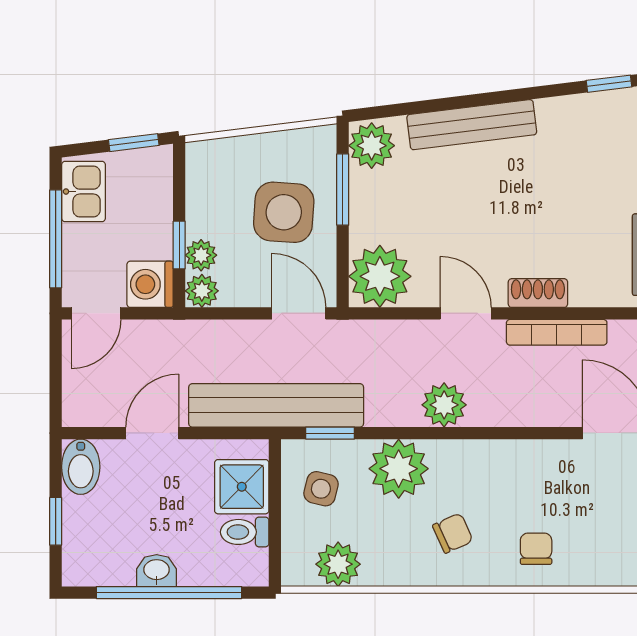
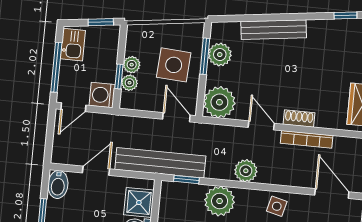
plant: (372, 146) -> (220, 55), moved
plant: (202, 291) -> (132, 65), moved
side table: (321, 489) -> (277, 206), moved

